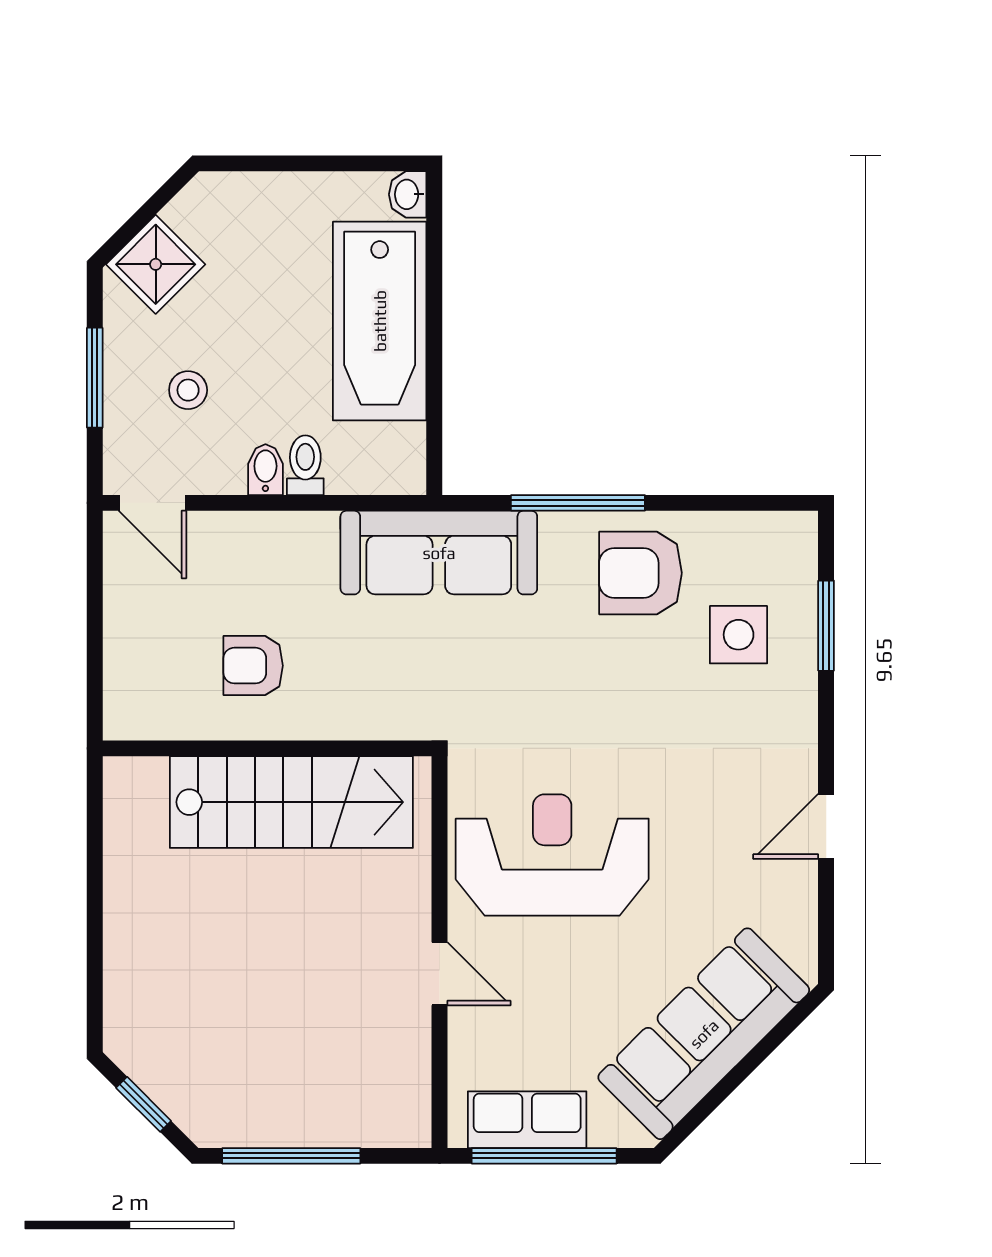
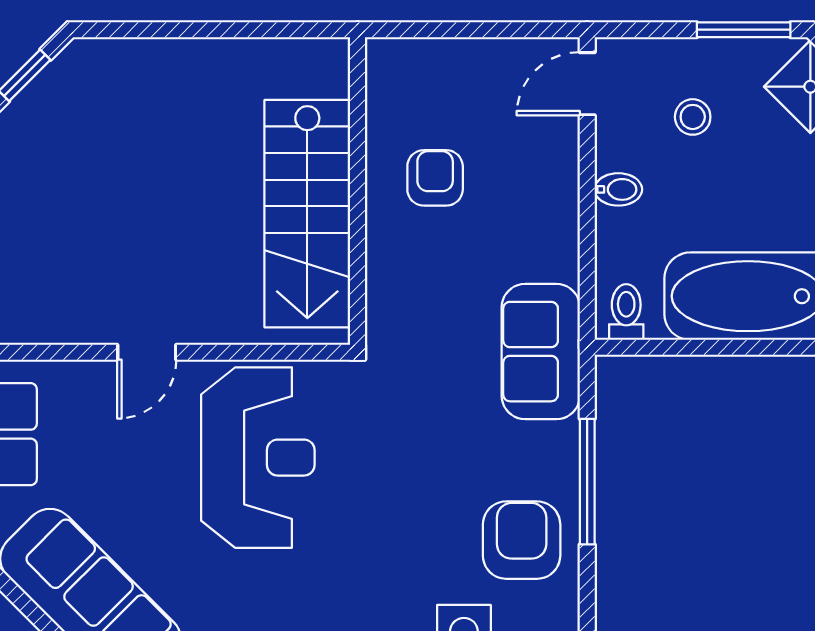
window: (95, 378) -> (744, 30), moved
toilet: (305, 465) -> (626, 312), moved, turned -90
sofa: (439, 553) -> (541, 352), width x0.73

